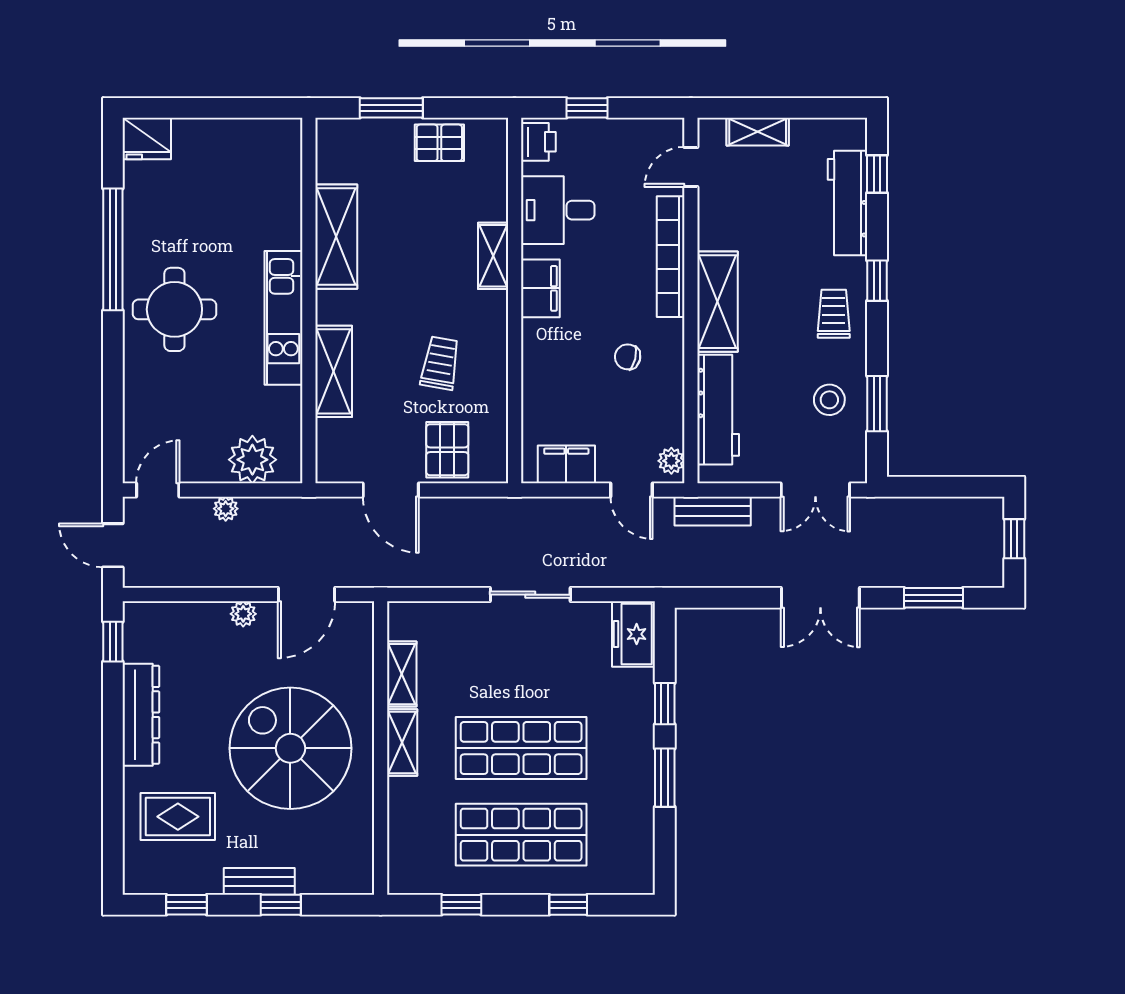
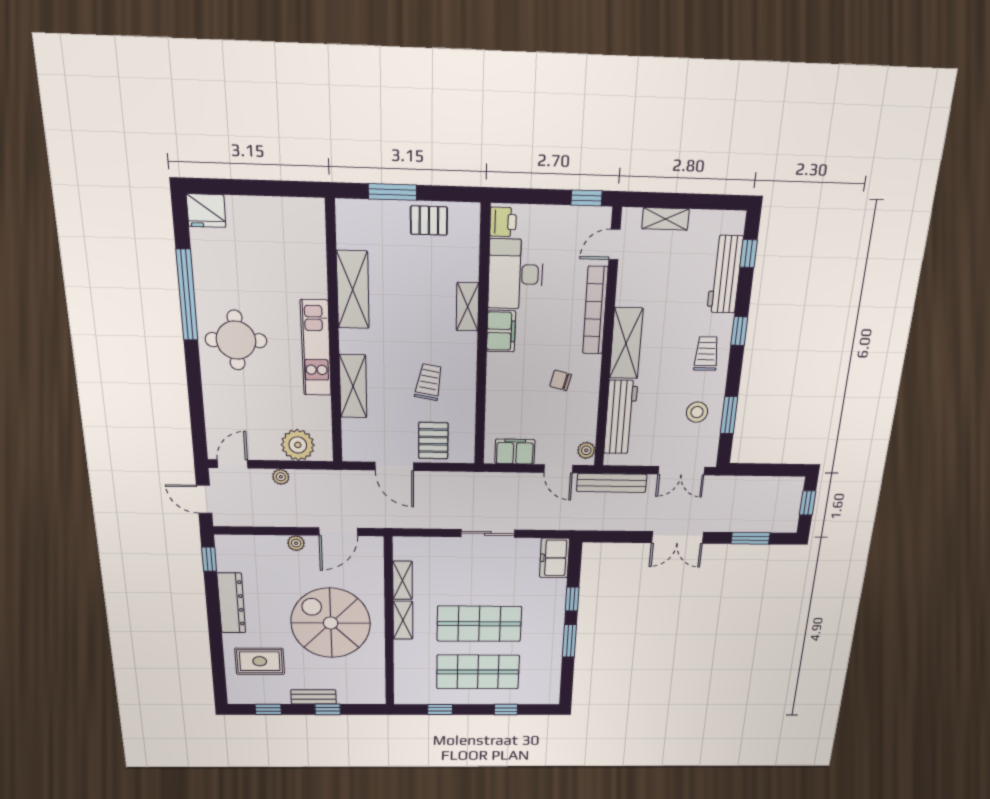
window: (587, 108) -> (587, 198), moved
desk: (558, 210) -> (516, 274), width x1.37
bench: (713, 511) -> (612, 483), width x1.36

